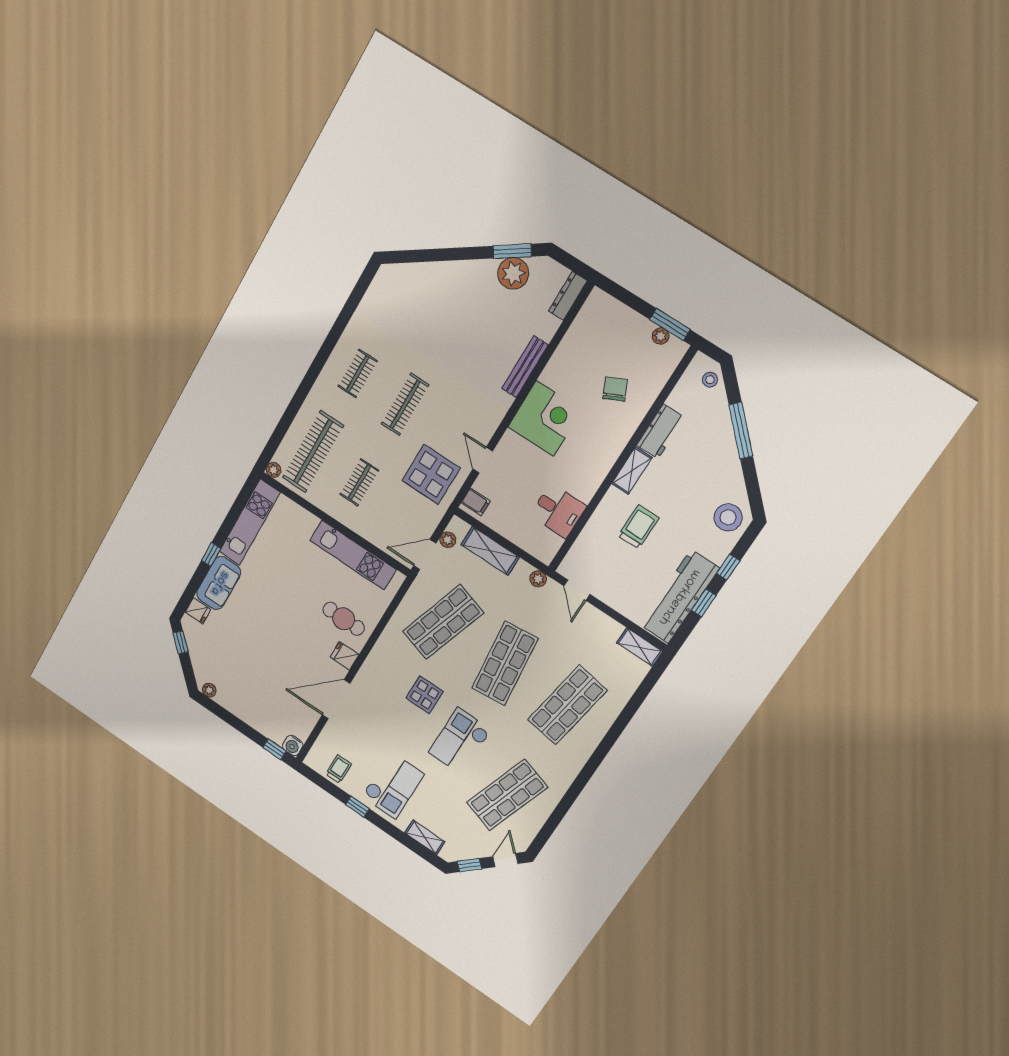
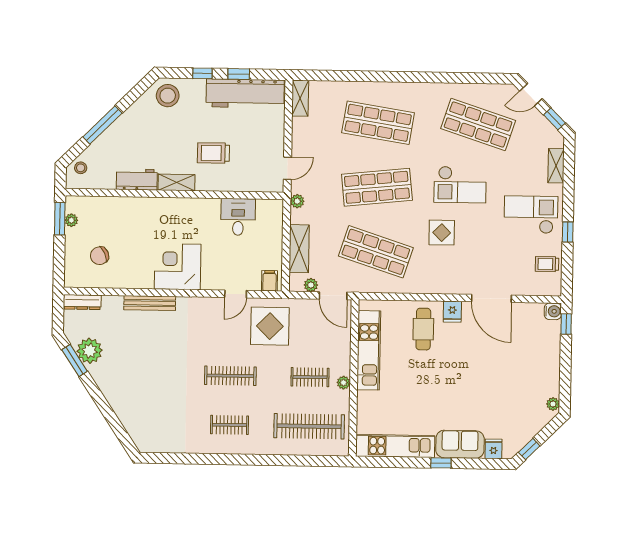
chair: (615, 389) -> (100, 256), moved
plant: (274, 470) -> (344, 383), moved

